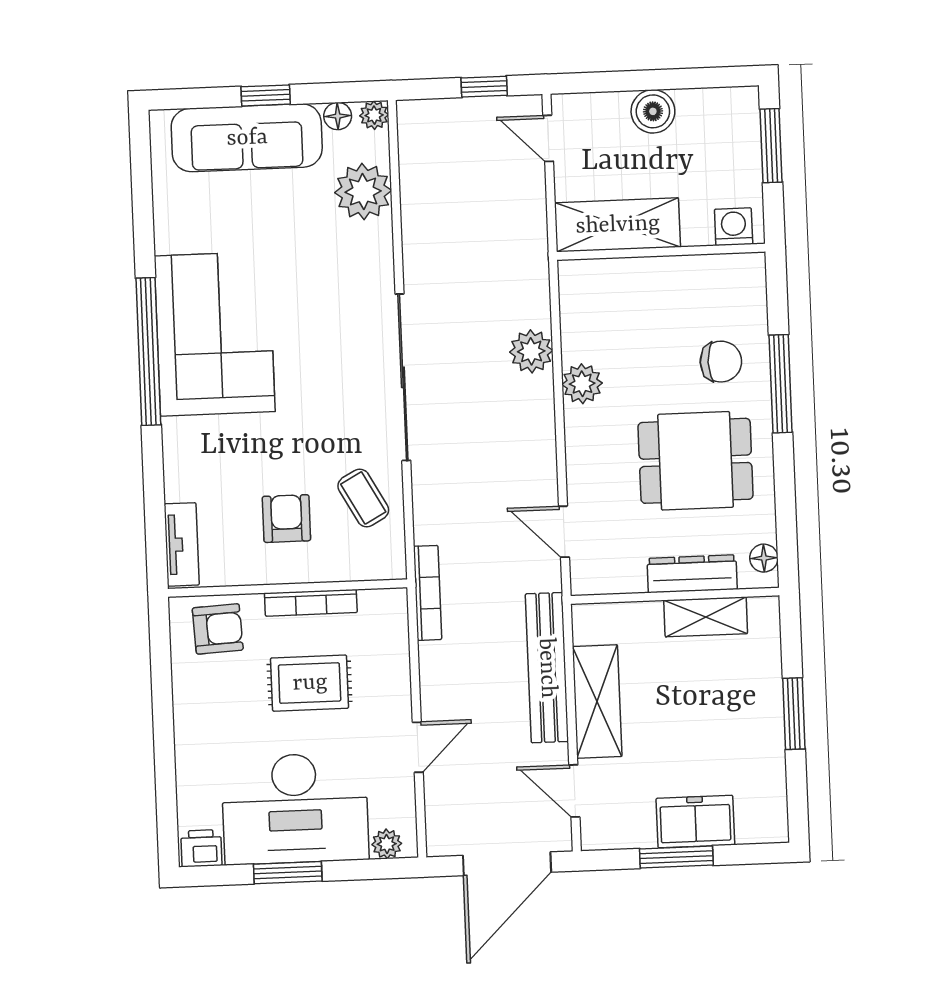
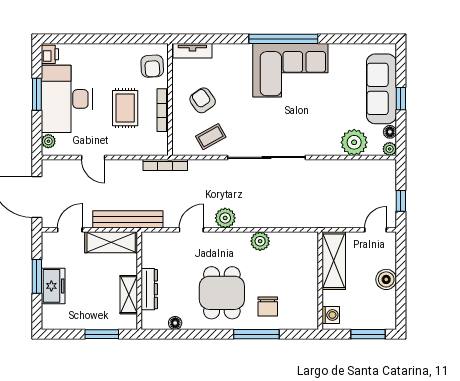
plant: (531, 351) -> (225, 218), moved
armchair: (286, 519) -> (203, 100), turned -125
dresser: (692, 574) -> (149, 289), moved
wall: (675, 596) -> (139, 281), moved
shelving: (706, 617) -> (129, 295), moved

